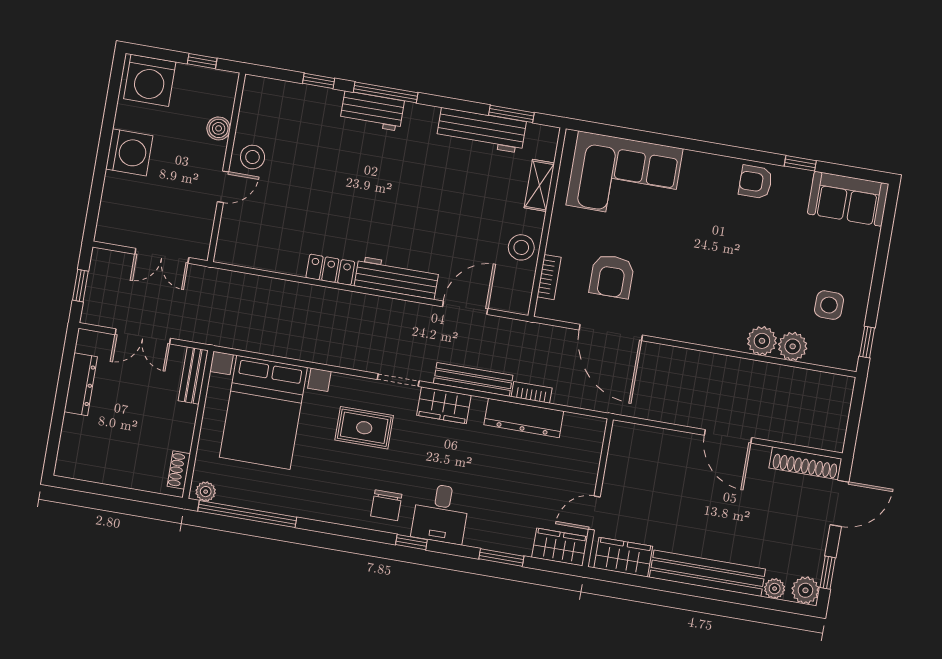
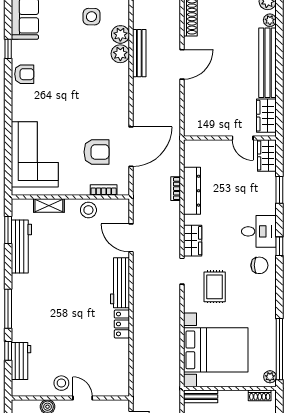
workbench: (372, 111) -> (21, 361), moved
armchair: (756, 182) -> (24, 74), turned -90
bench: (473, 379) -> (139, 53), moved

